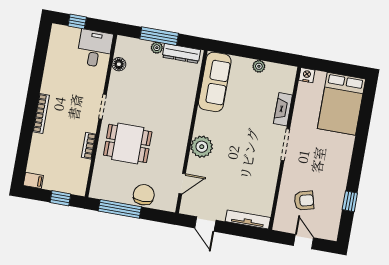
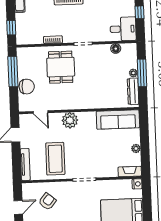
fireplace: (283, 109) -> (130, 171), moved
coffee table: (249, 177) -> (55, 159), added
armchair: (304, 201) -> (47, 201), turned -126

